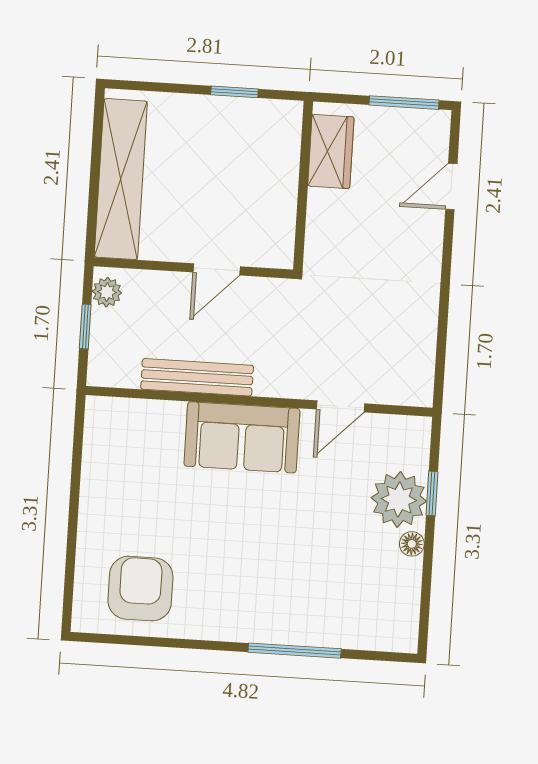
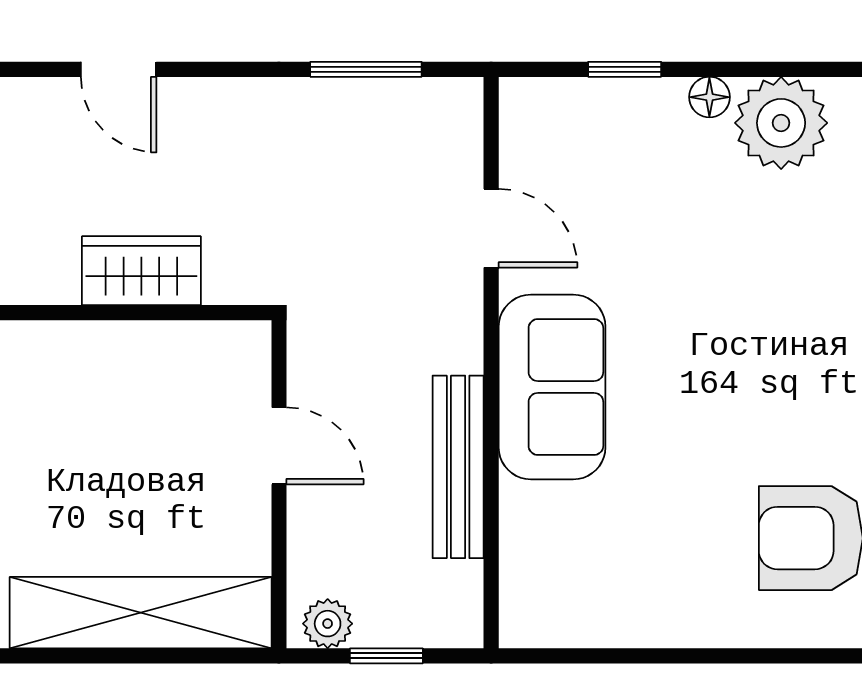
wardrobe: (331, 151) -> (141, 271), moved
window: (442, 337) -> (366, 69), added
plant: (399, 500) -> (781, 123), moved

